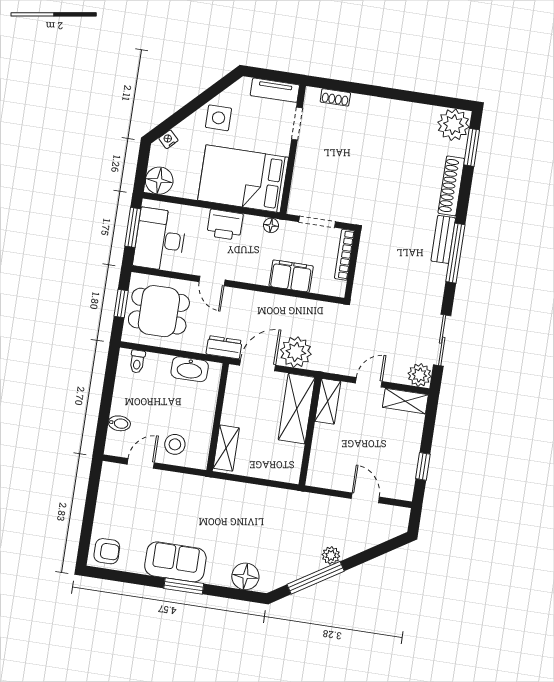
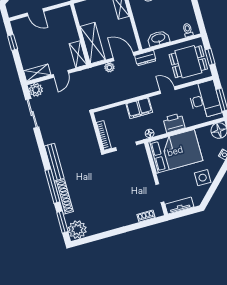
bench: (443, 239) -> (54, 162), width x1.36
window: (455, 253) -> (52, 186), moved
filing cabinet: (291, 276) -> (139, 108), moved
plant: (296, 352) -> (109, 67), width x0.53, depth x0.53
door: (258, 365) -> (123, 57), swing flipped

